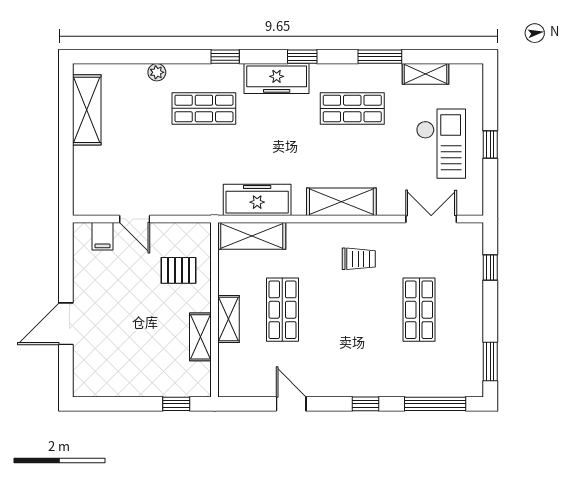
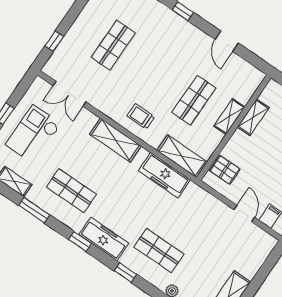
trolley: (359, 259) -> (141, 116), moved
pallet: (178, 270) -> (225, 170), moved

